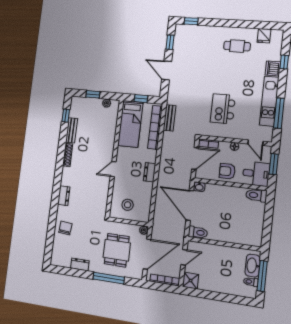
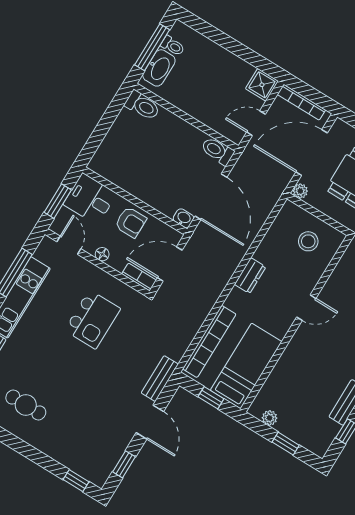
bench: (169, 118) -> (160, 379), moved
toilet: (256, 195) -> (142, 106), moved

